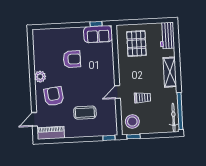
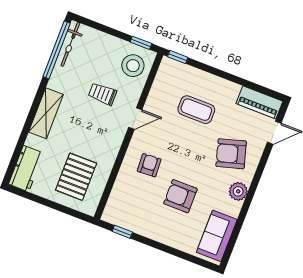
sofa: (98, 34) -> (217, 236), moved, turned -90
armchair: (98, 69) -> (149, 165), added
armchair: (54, 96) -> (231, 154), turned 81

